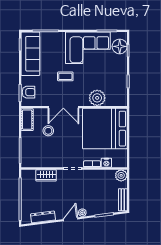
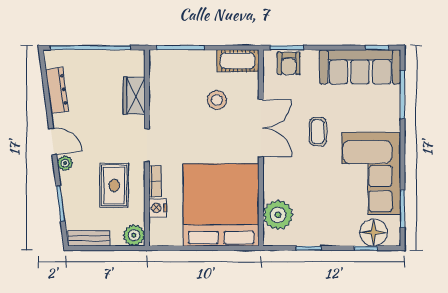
plant: (97, 98) -> (278, 215), moved
double door: (63, 107) -> (261, 128), swing flipped
rug: (94, 186) -> (114, 185), added

